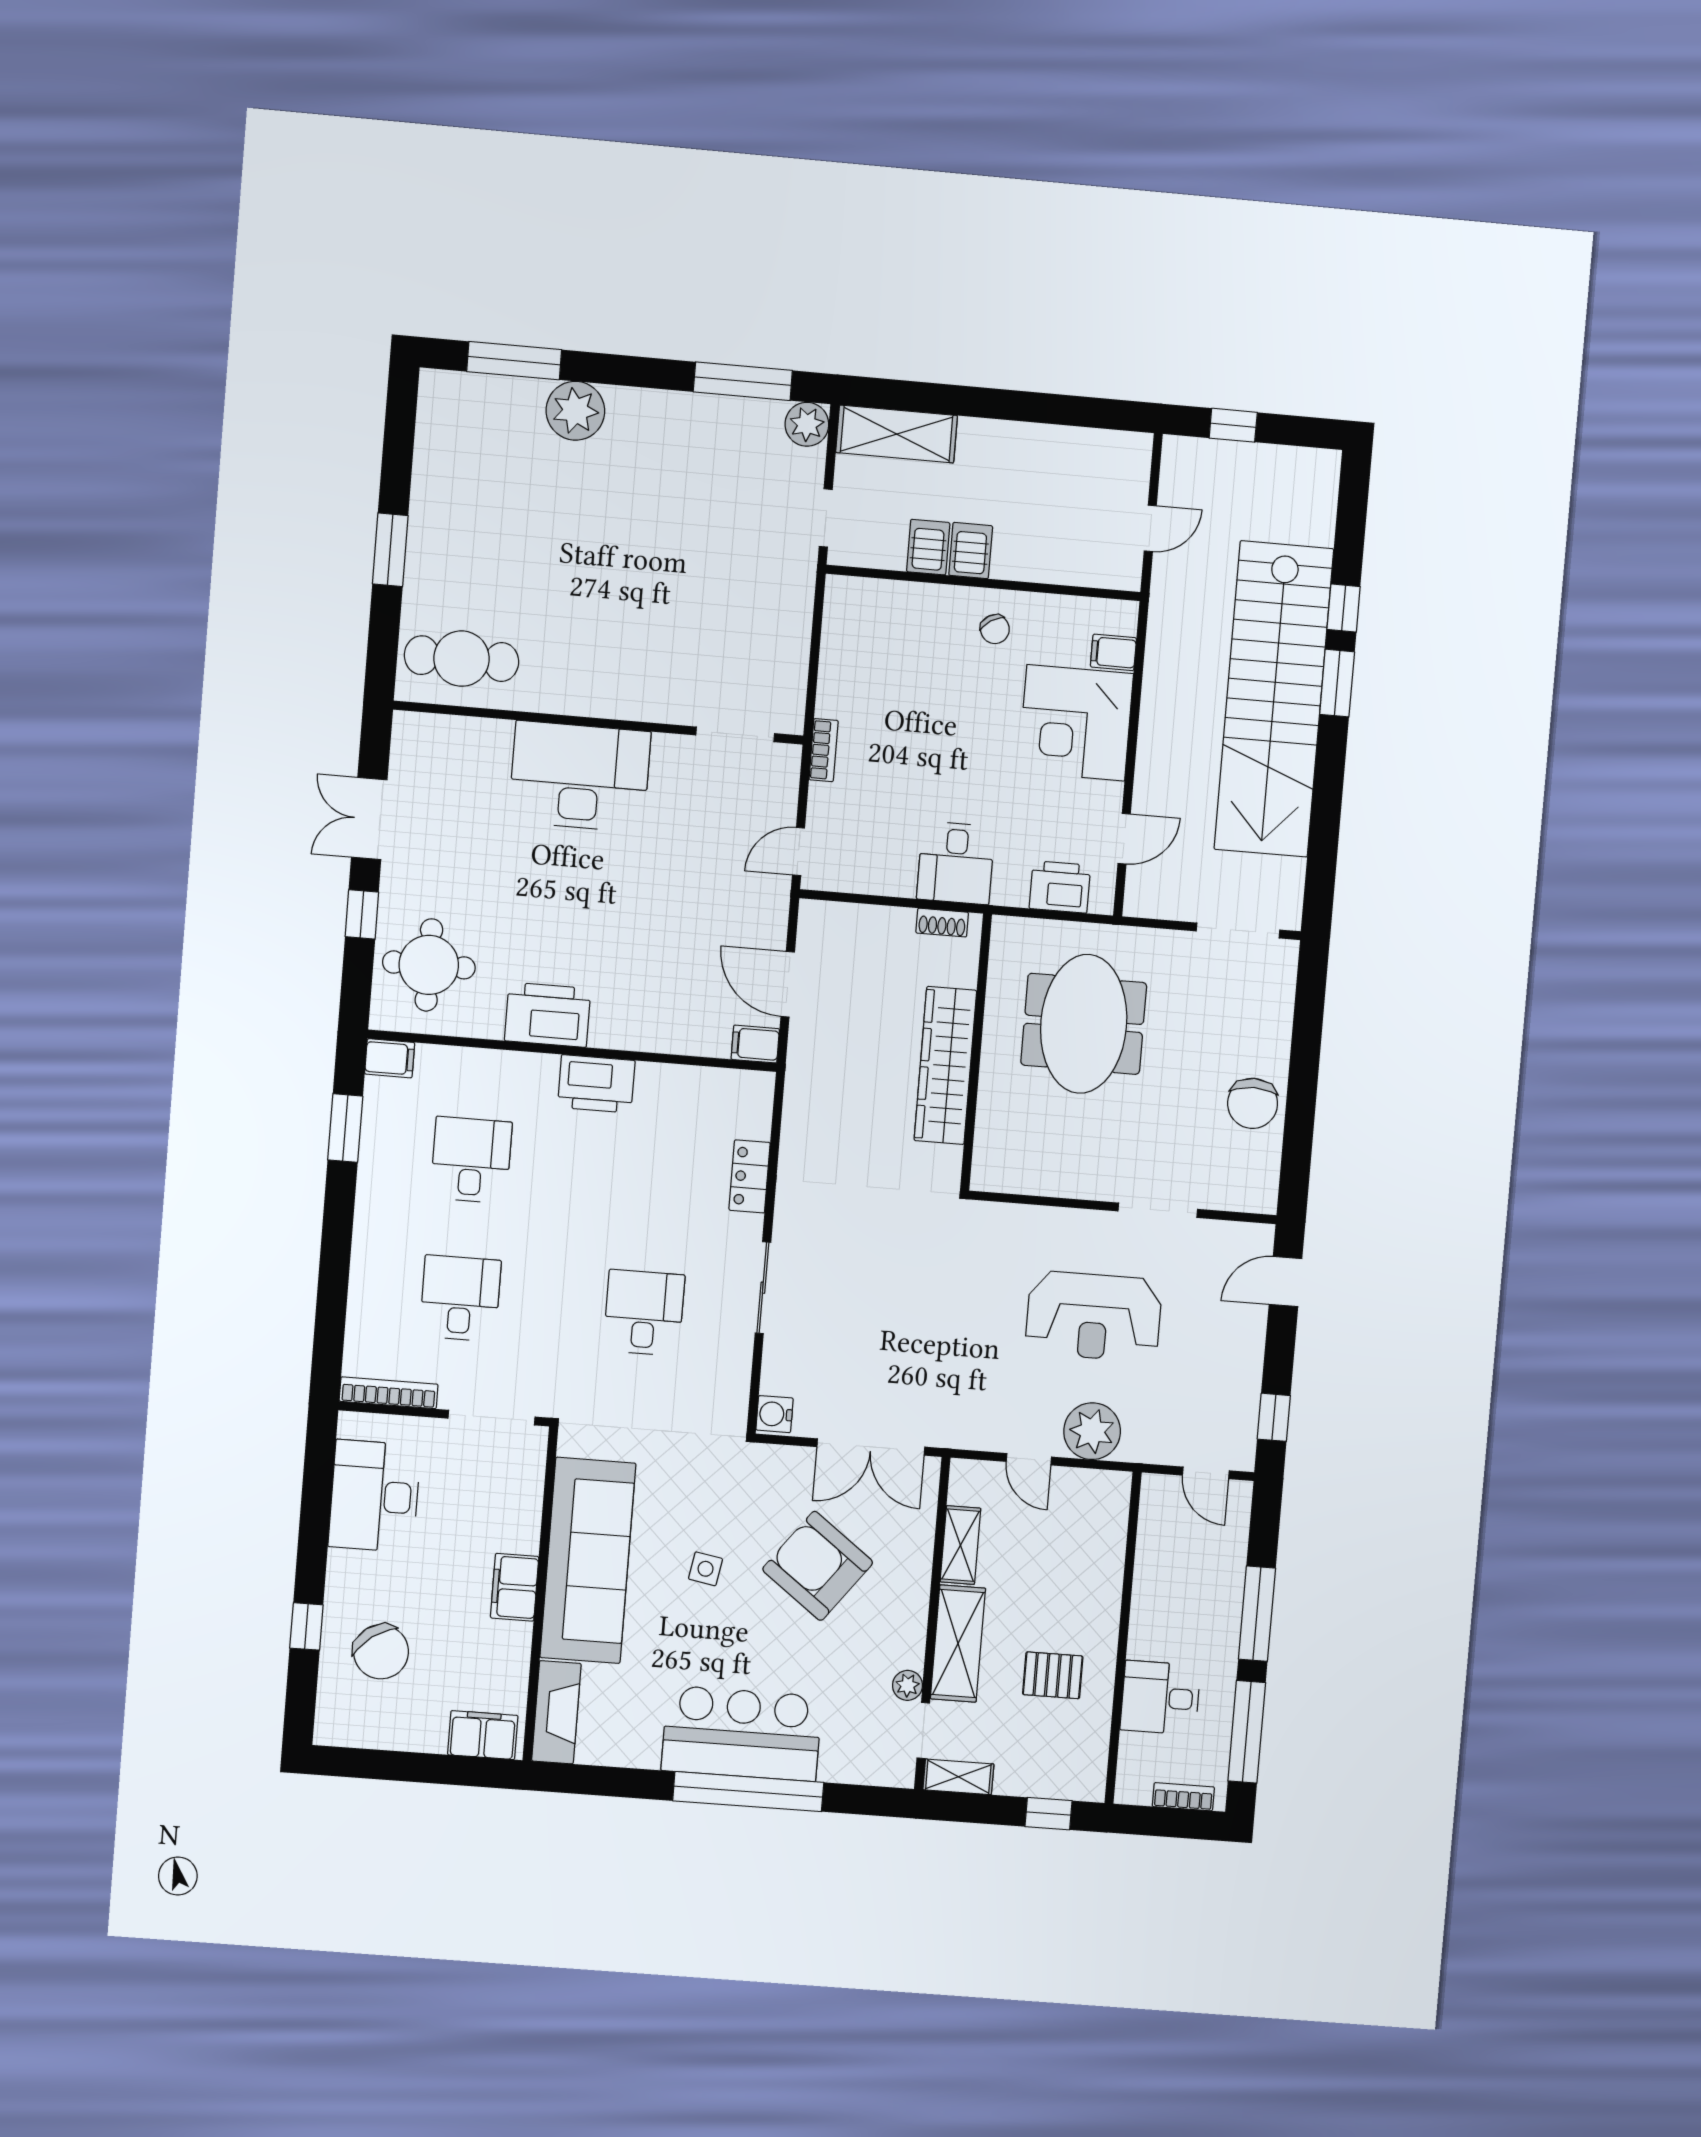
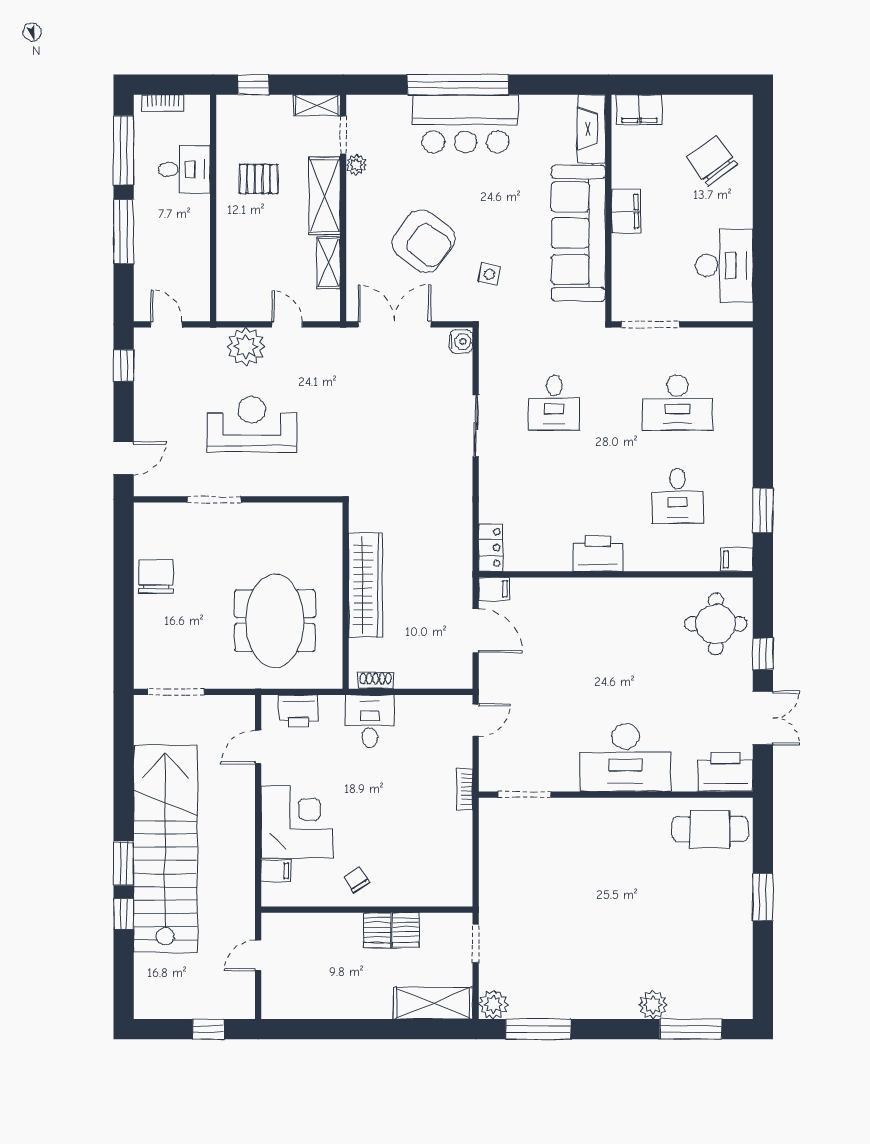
plant: (575, 411) -> (653, 1005), width x0.73, depth x0.73
printer: (548, 1015) -> (725, 772), moved, turned 180
locker: (750, 1176) -> (491, 548), moved
desk: (460, 1298) -> (678, 403), width x1.37
bookcase: (389, 1393) -> (720, 336), removed
side table: (706, 1569) -> (489, 274), moved
window: (306, 1626) -> (763, 174), removed

